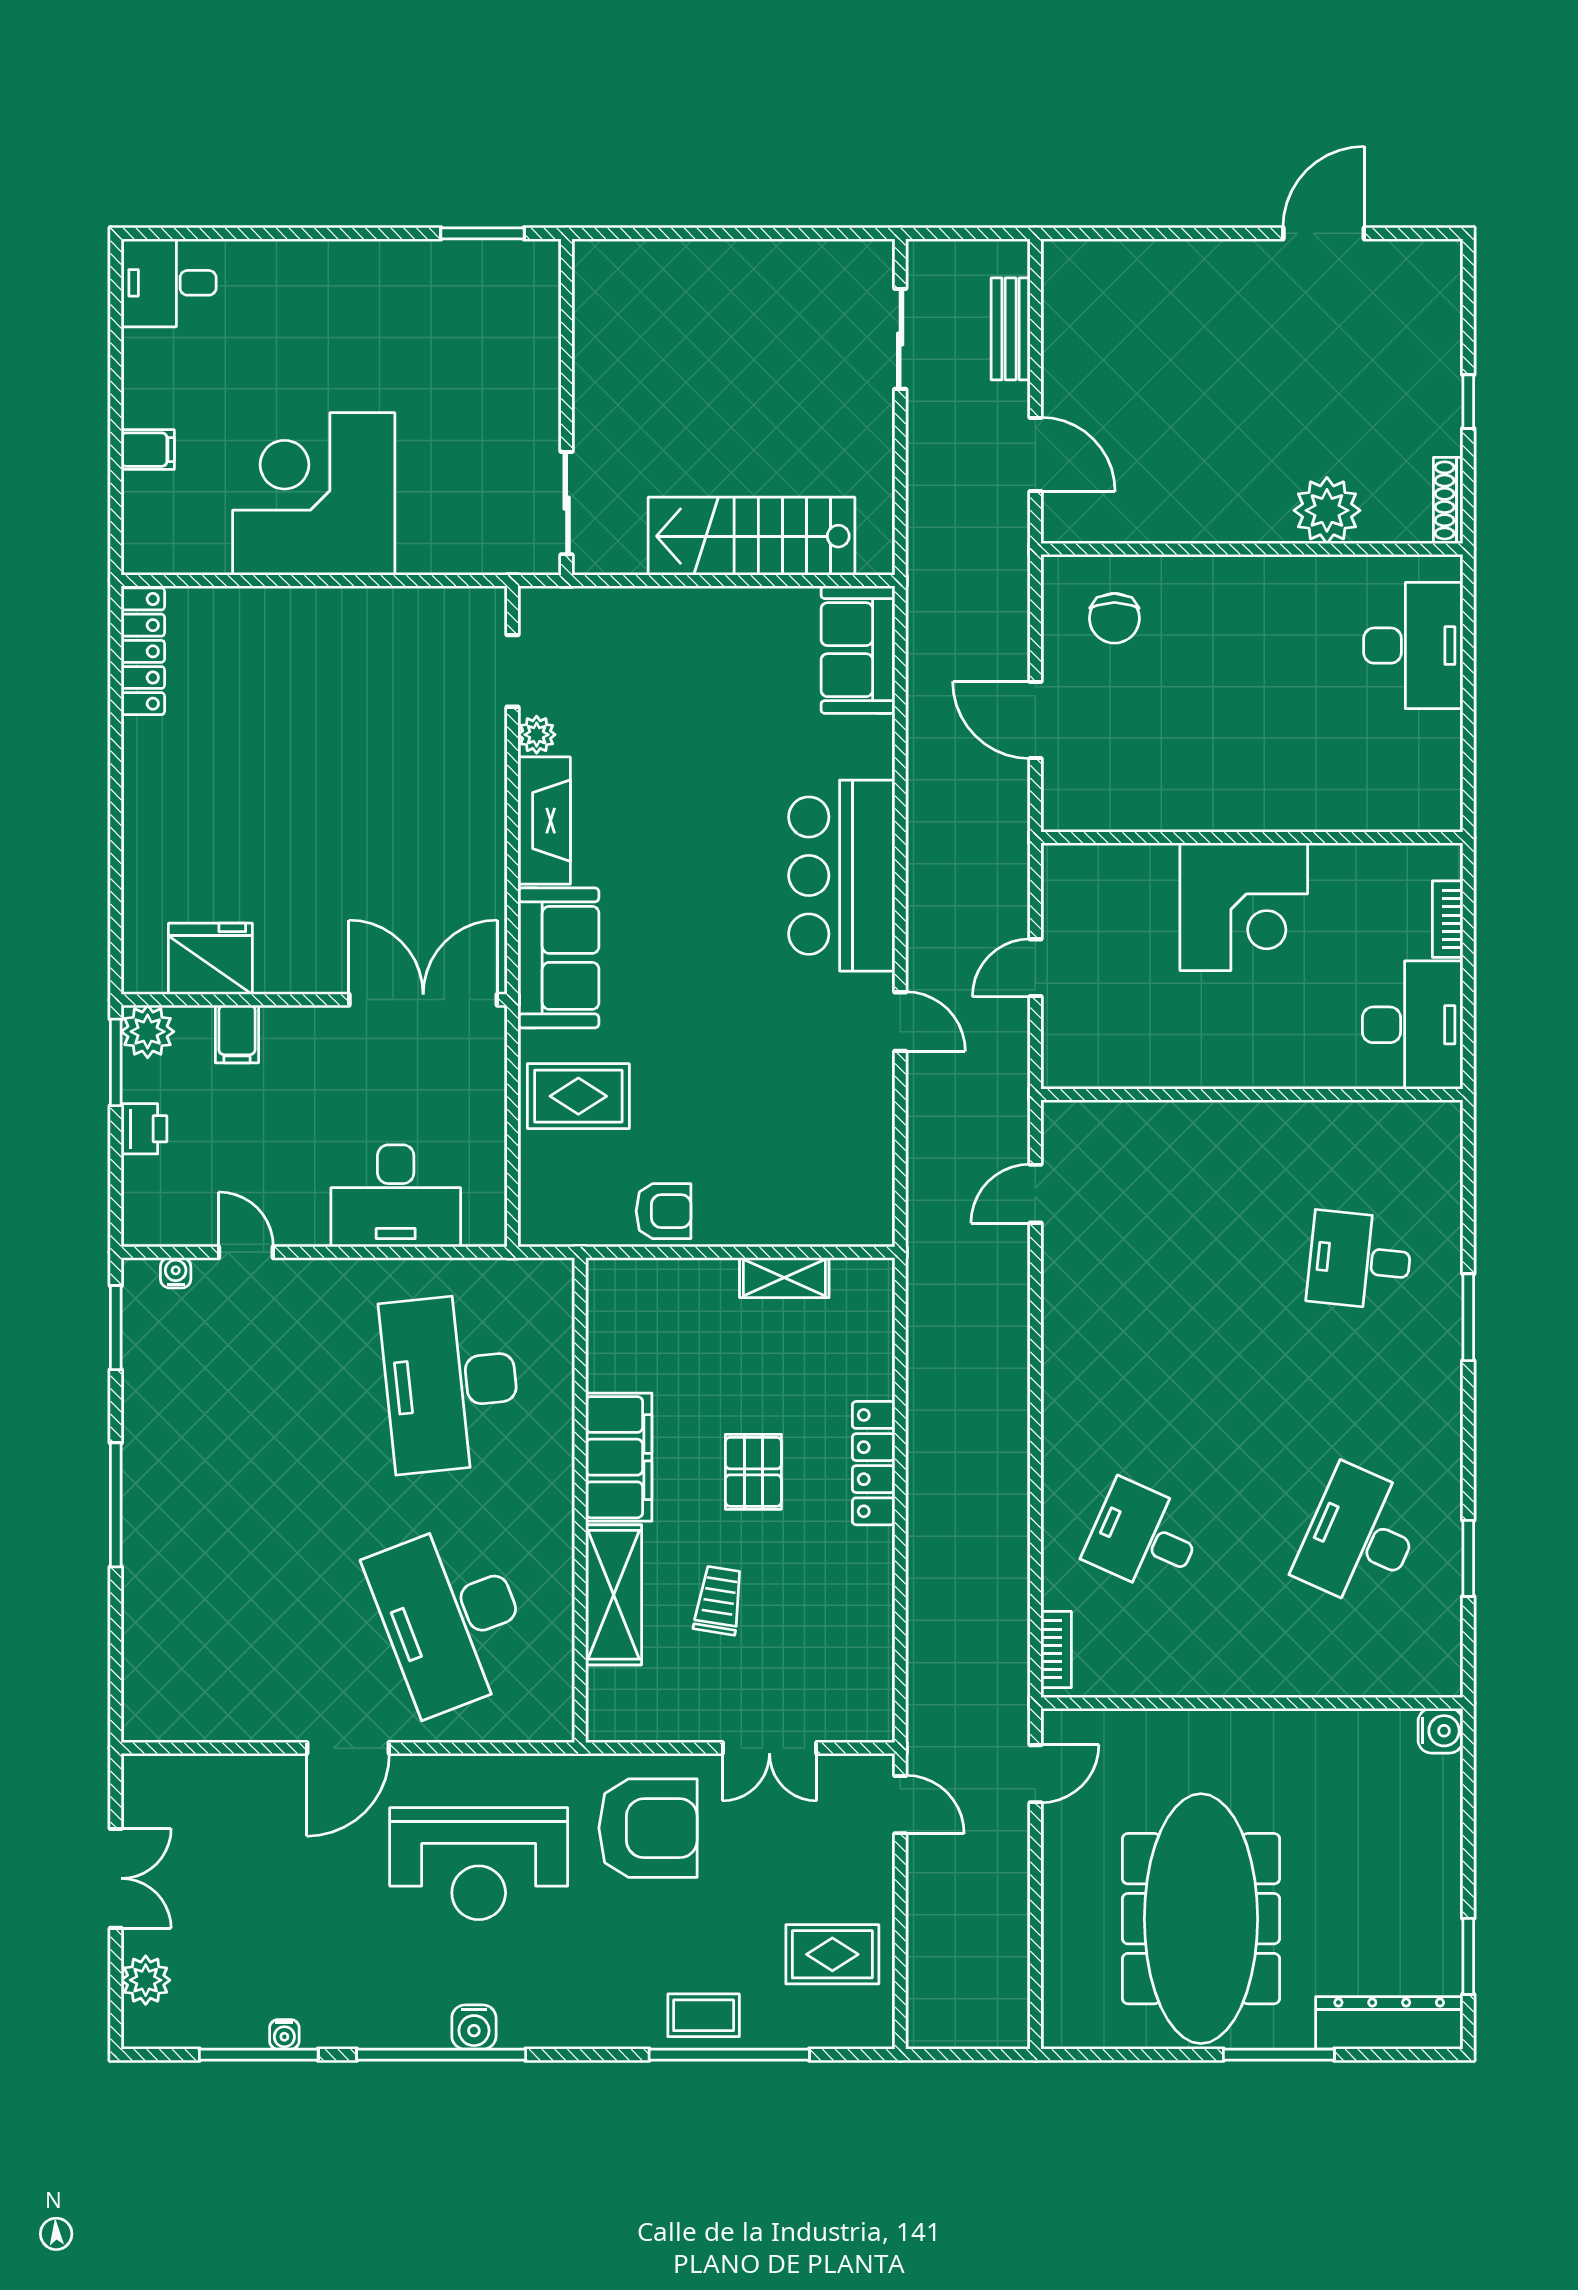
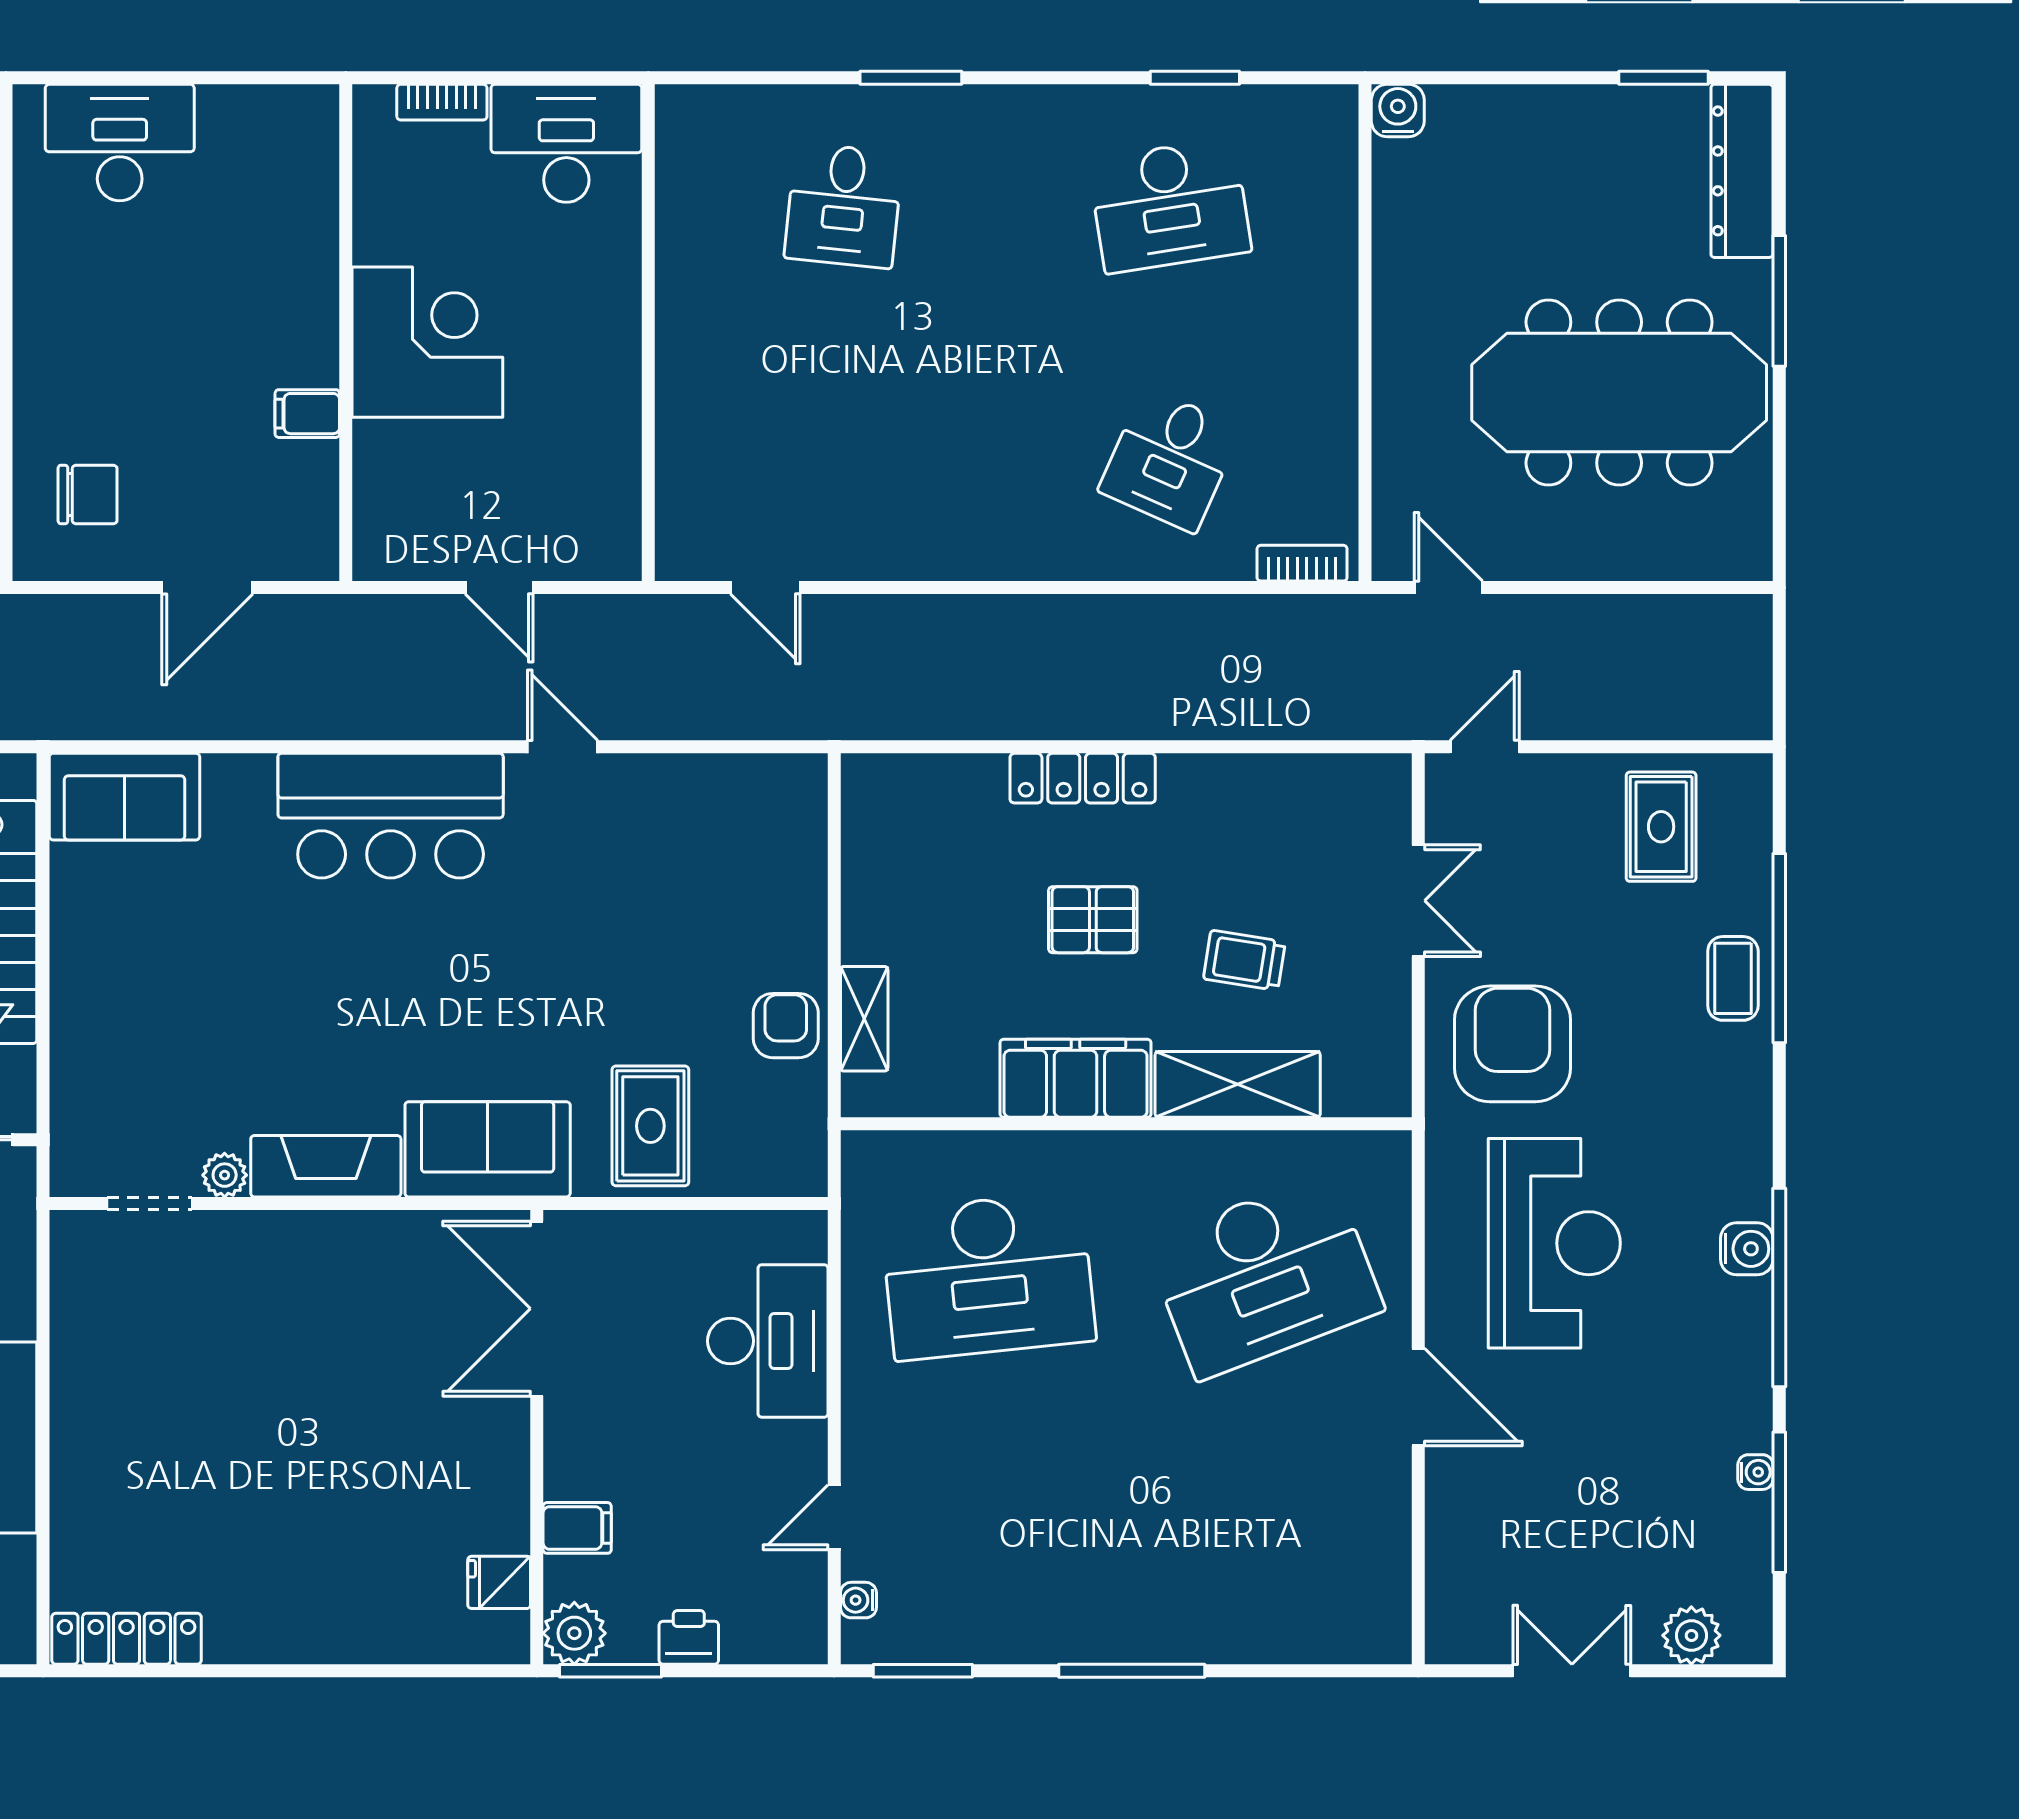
filing cabinet: (1183, 805) -> (307, 414), added
fridge: (210, 959) -> (499, 1582), width x0.53, depth x0.75
door: (900, 1022) -> (563, 747), hinge flipped
shelving: (784, 1278) -> (864, 1019), moved
desk: (1360, 1537) -> (1170, 206), turned -33

